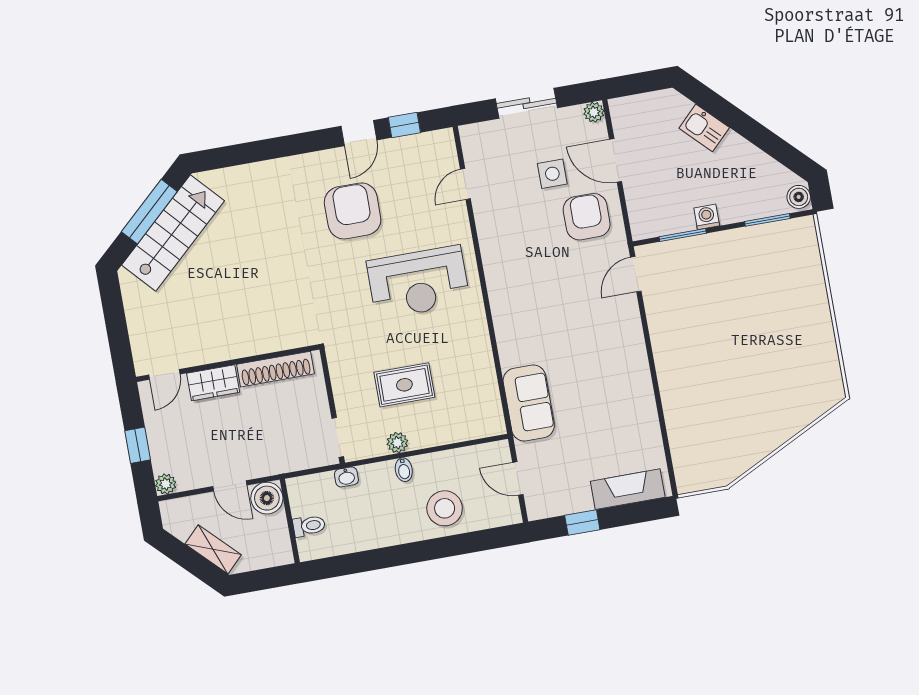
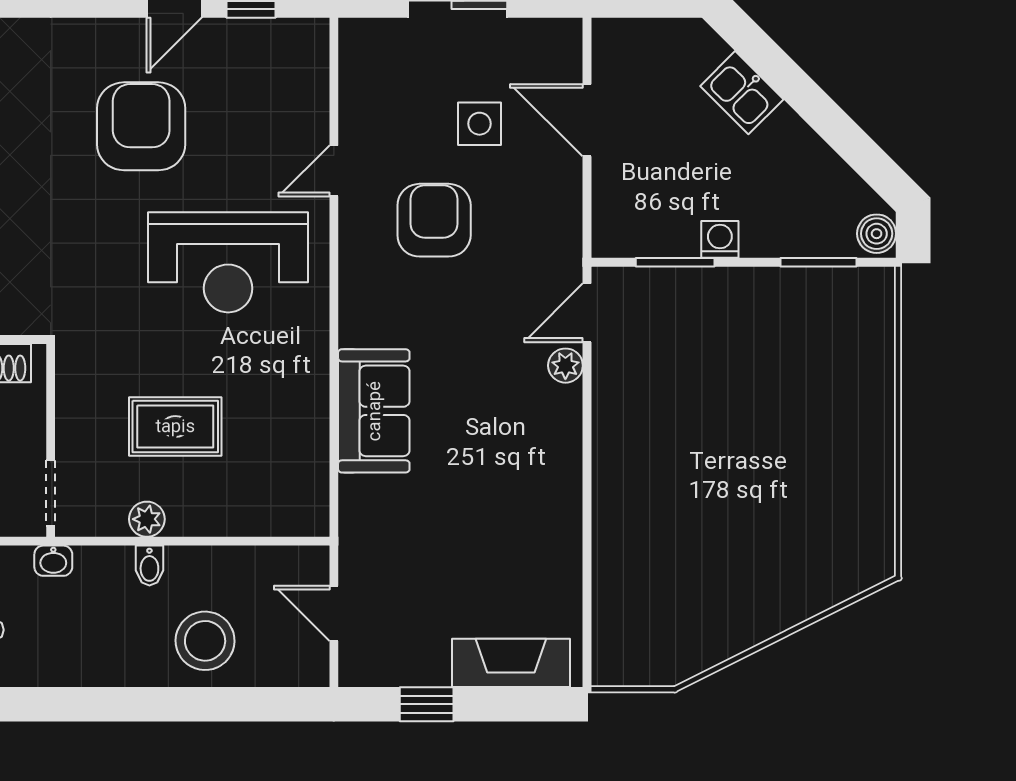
plant: (594, 112) -> (565, 366), moved
door: (465, 184) -> (334, 171), moved
armchair: (587, 217) -> (434, 220), moved
sofa: (529, 403) -> (374, 411), moved

